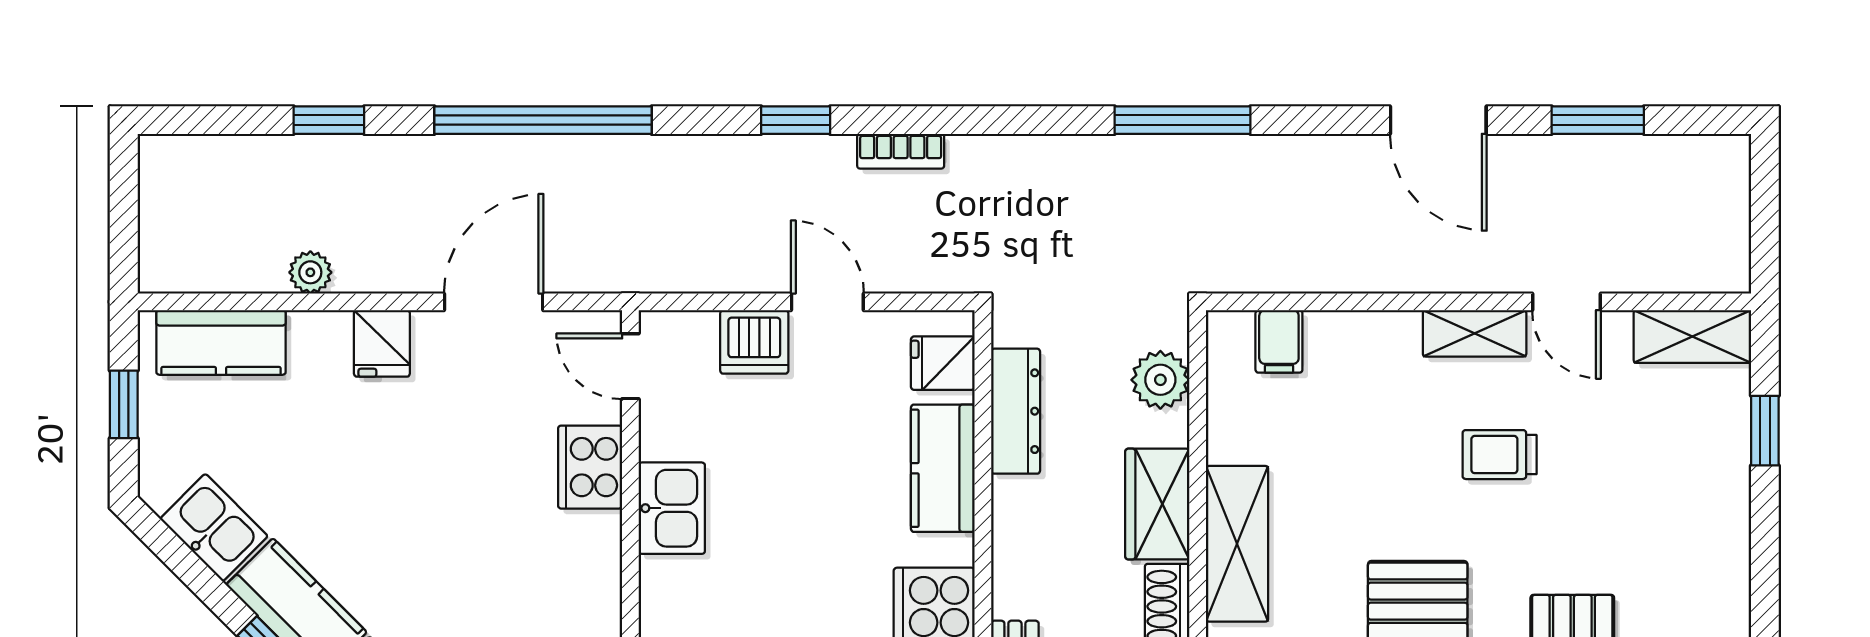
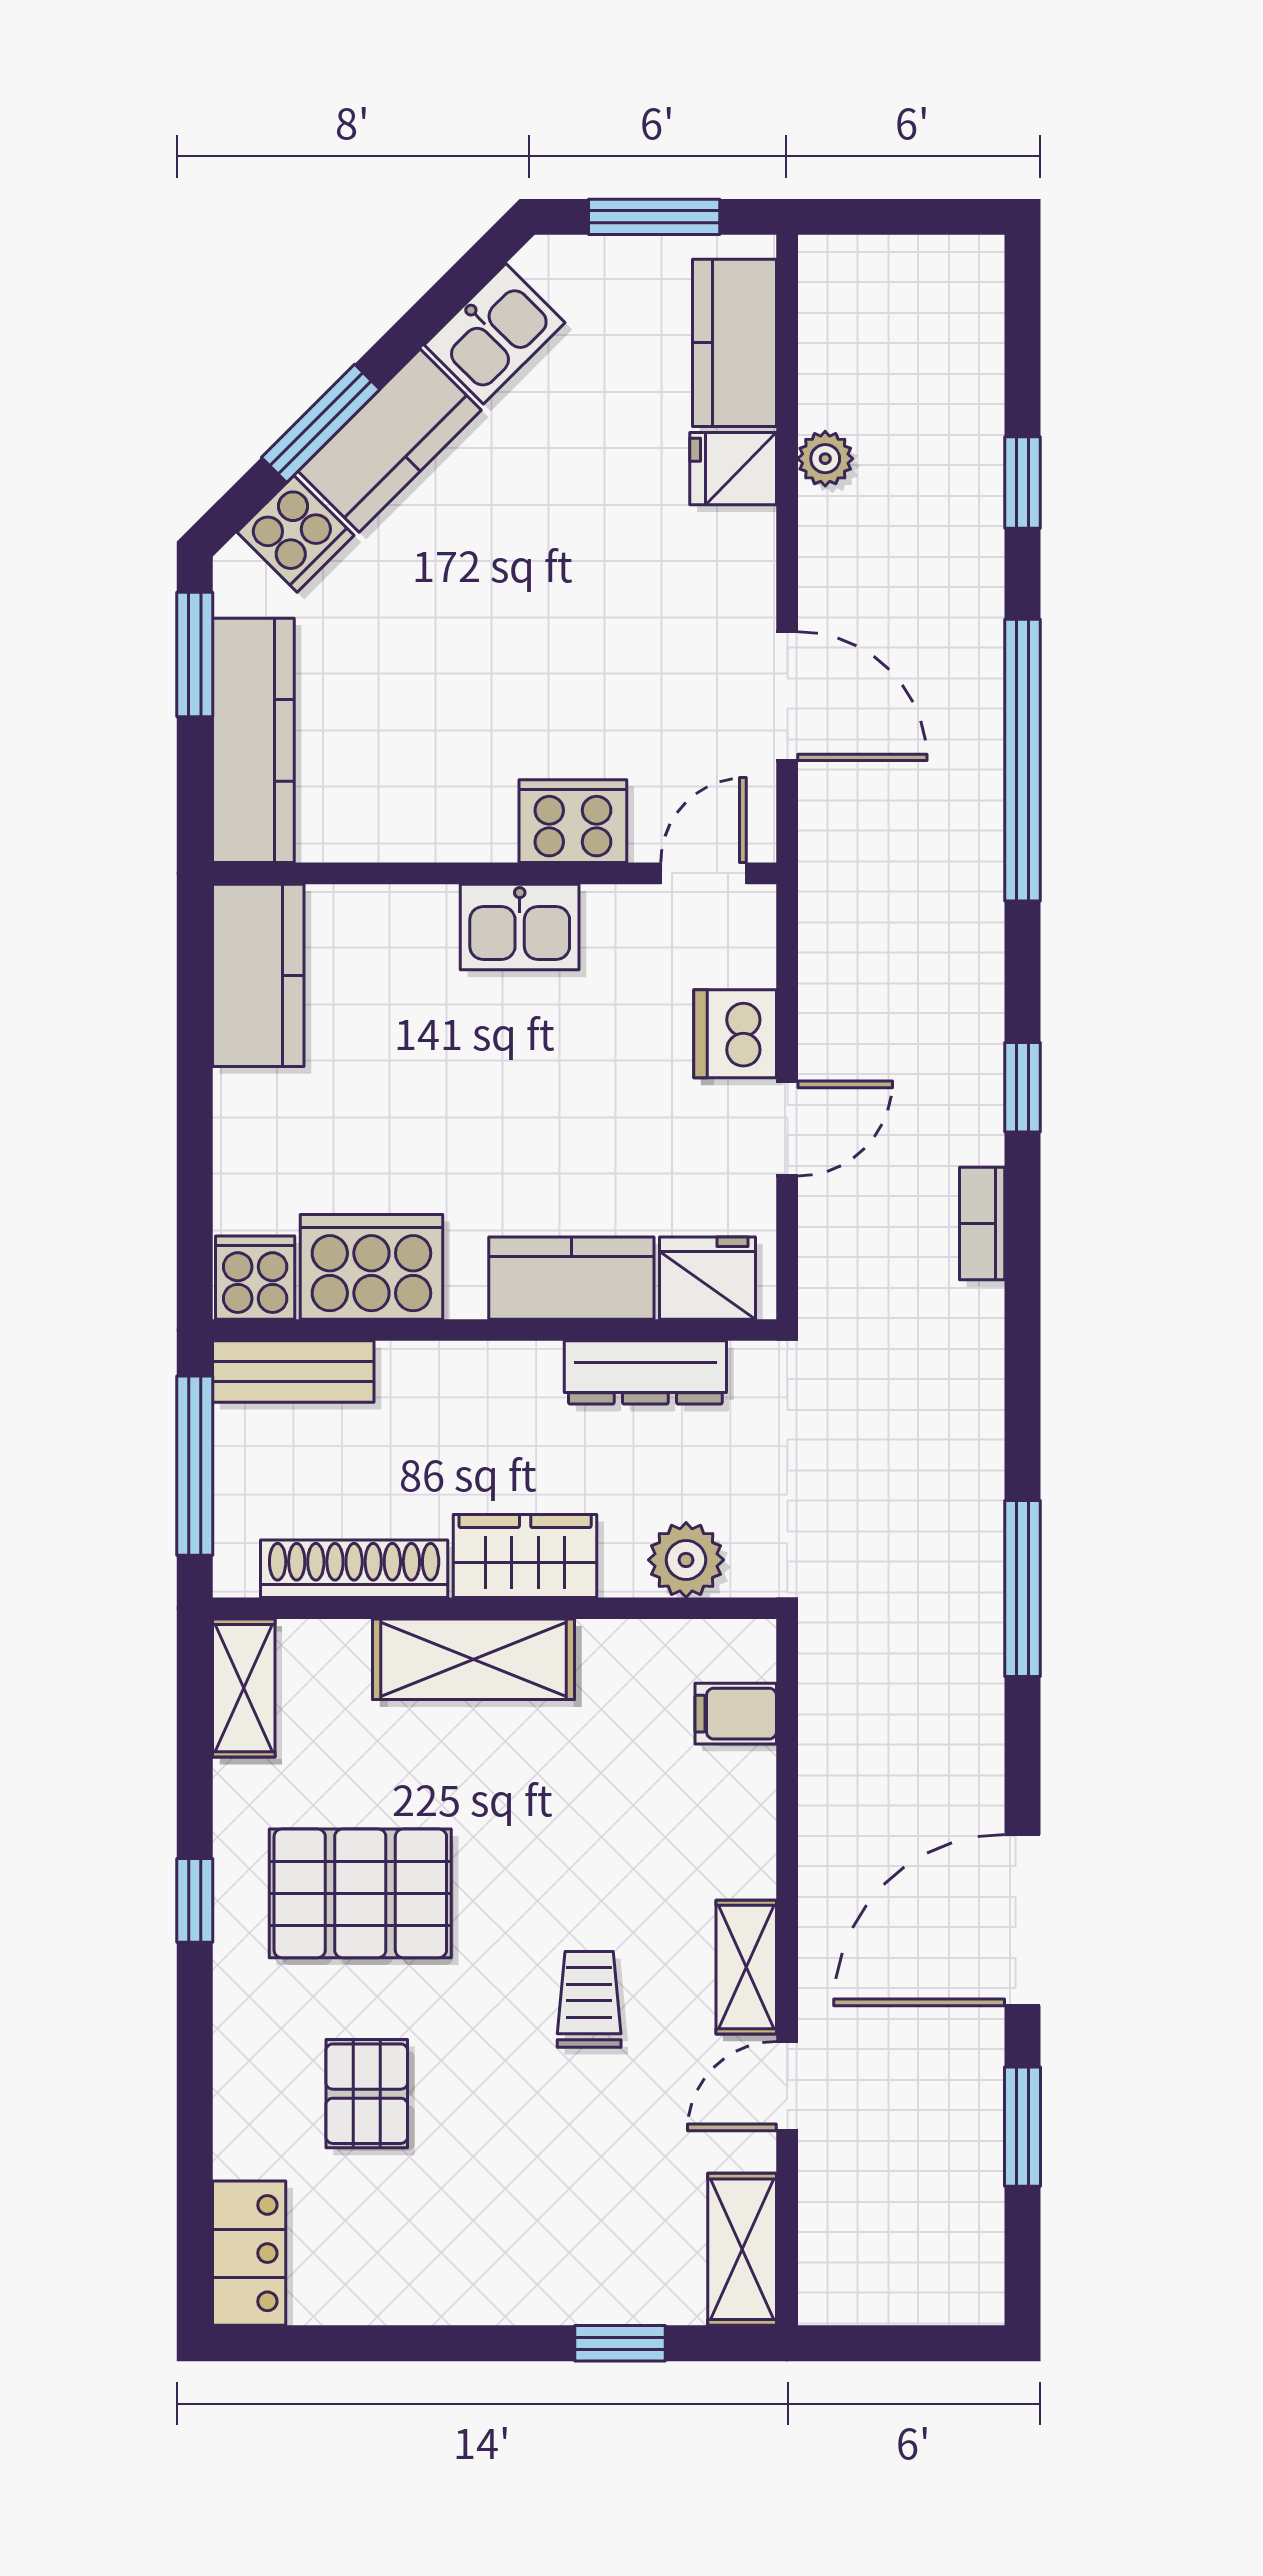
door: (1438, 120) -> (1023, 1920), width x1.36
fridge: (382, 343) -> (733, 469), moved
fridge: (943, 363) -> (708, 1278), width x1.38
window: (124, 404) -> (654, 217), width x1.50

